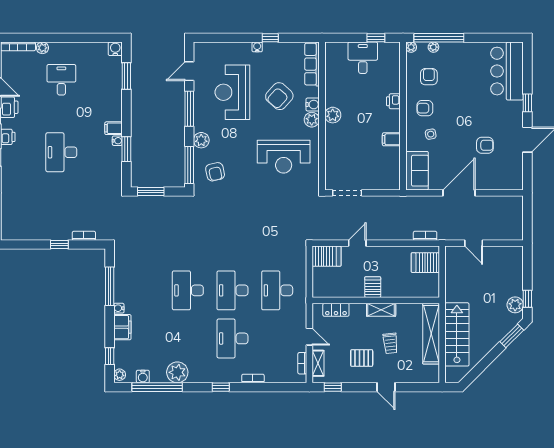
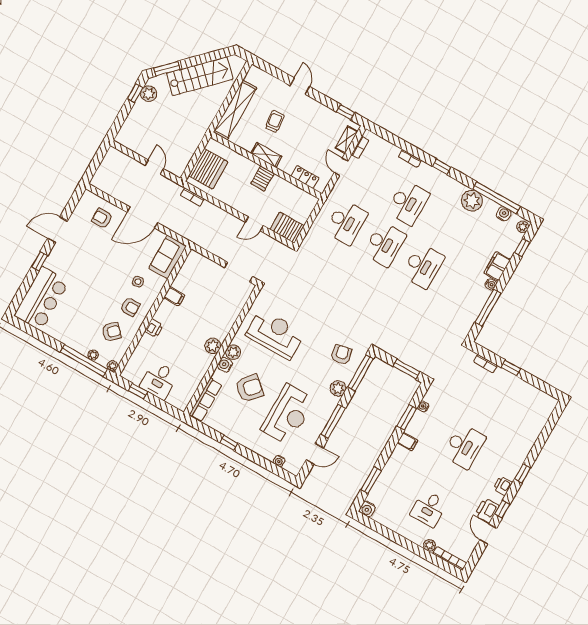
water cooler: (257, 47) -> (279, 461), moved
armchair: (429, 77) -> (111, 332), turned -134
water cooler: (117, 141) -> (423, 406), moved
armchair: (485, 145) -> (102, 218), moved
server rack: (425, 263) -> (208, 169), width x1.60
stairs: (457, 334) -> (200, 76), moved, turned -135
pallet: (362, 358) -> (306, 123), removed

